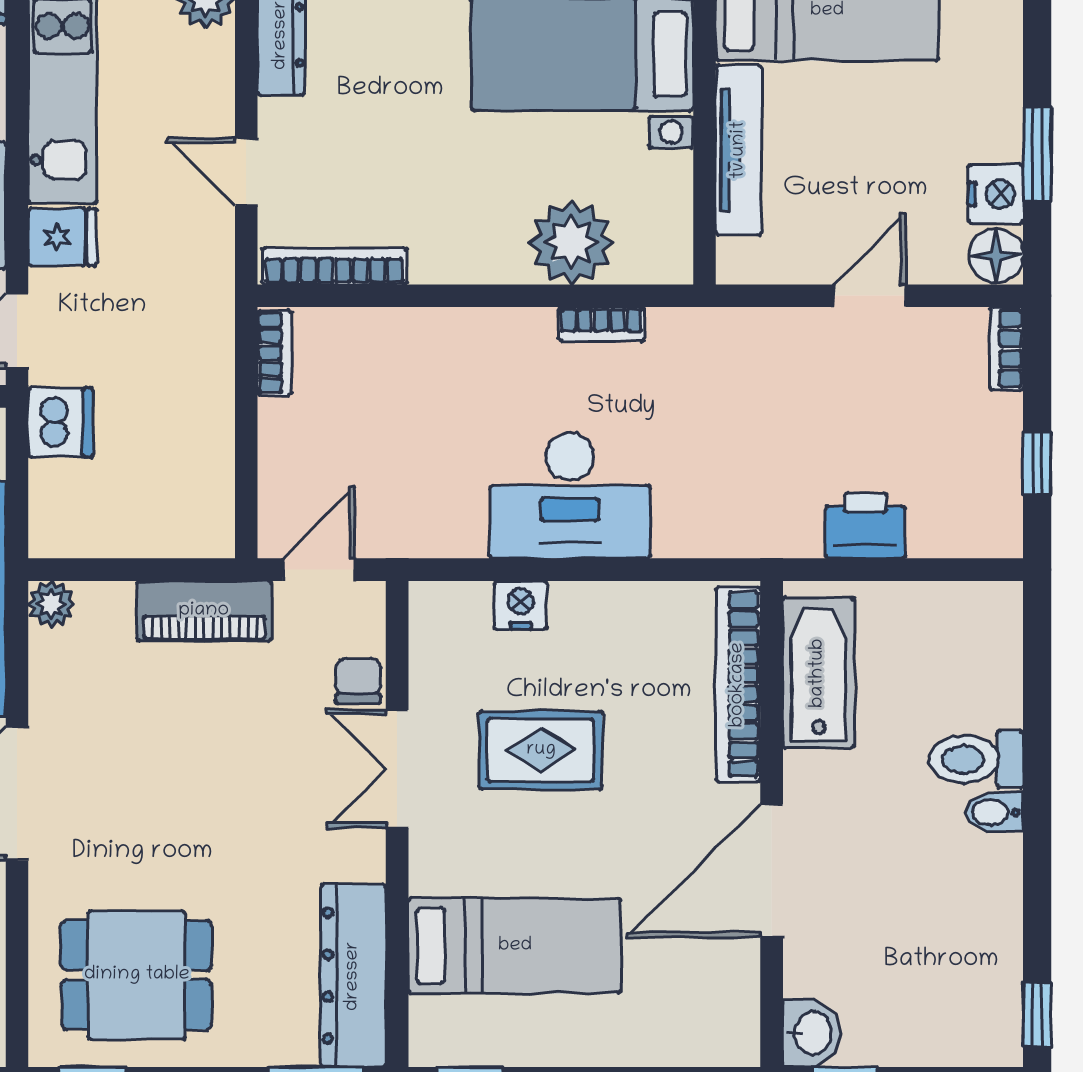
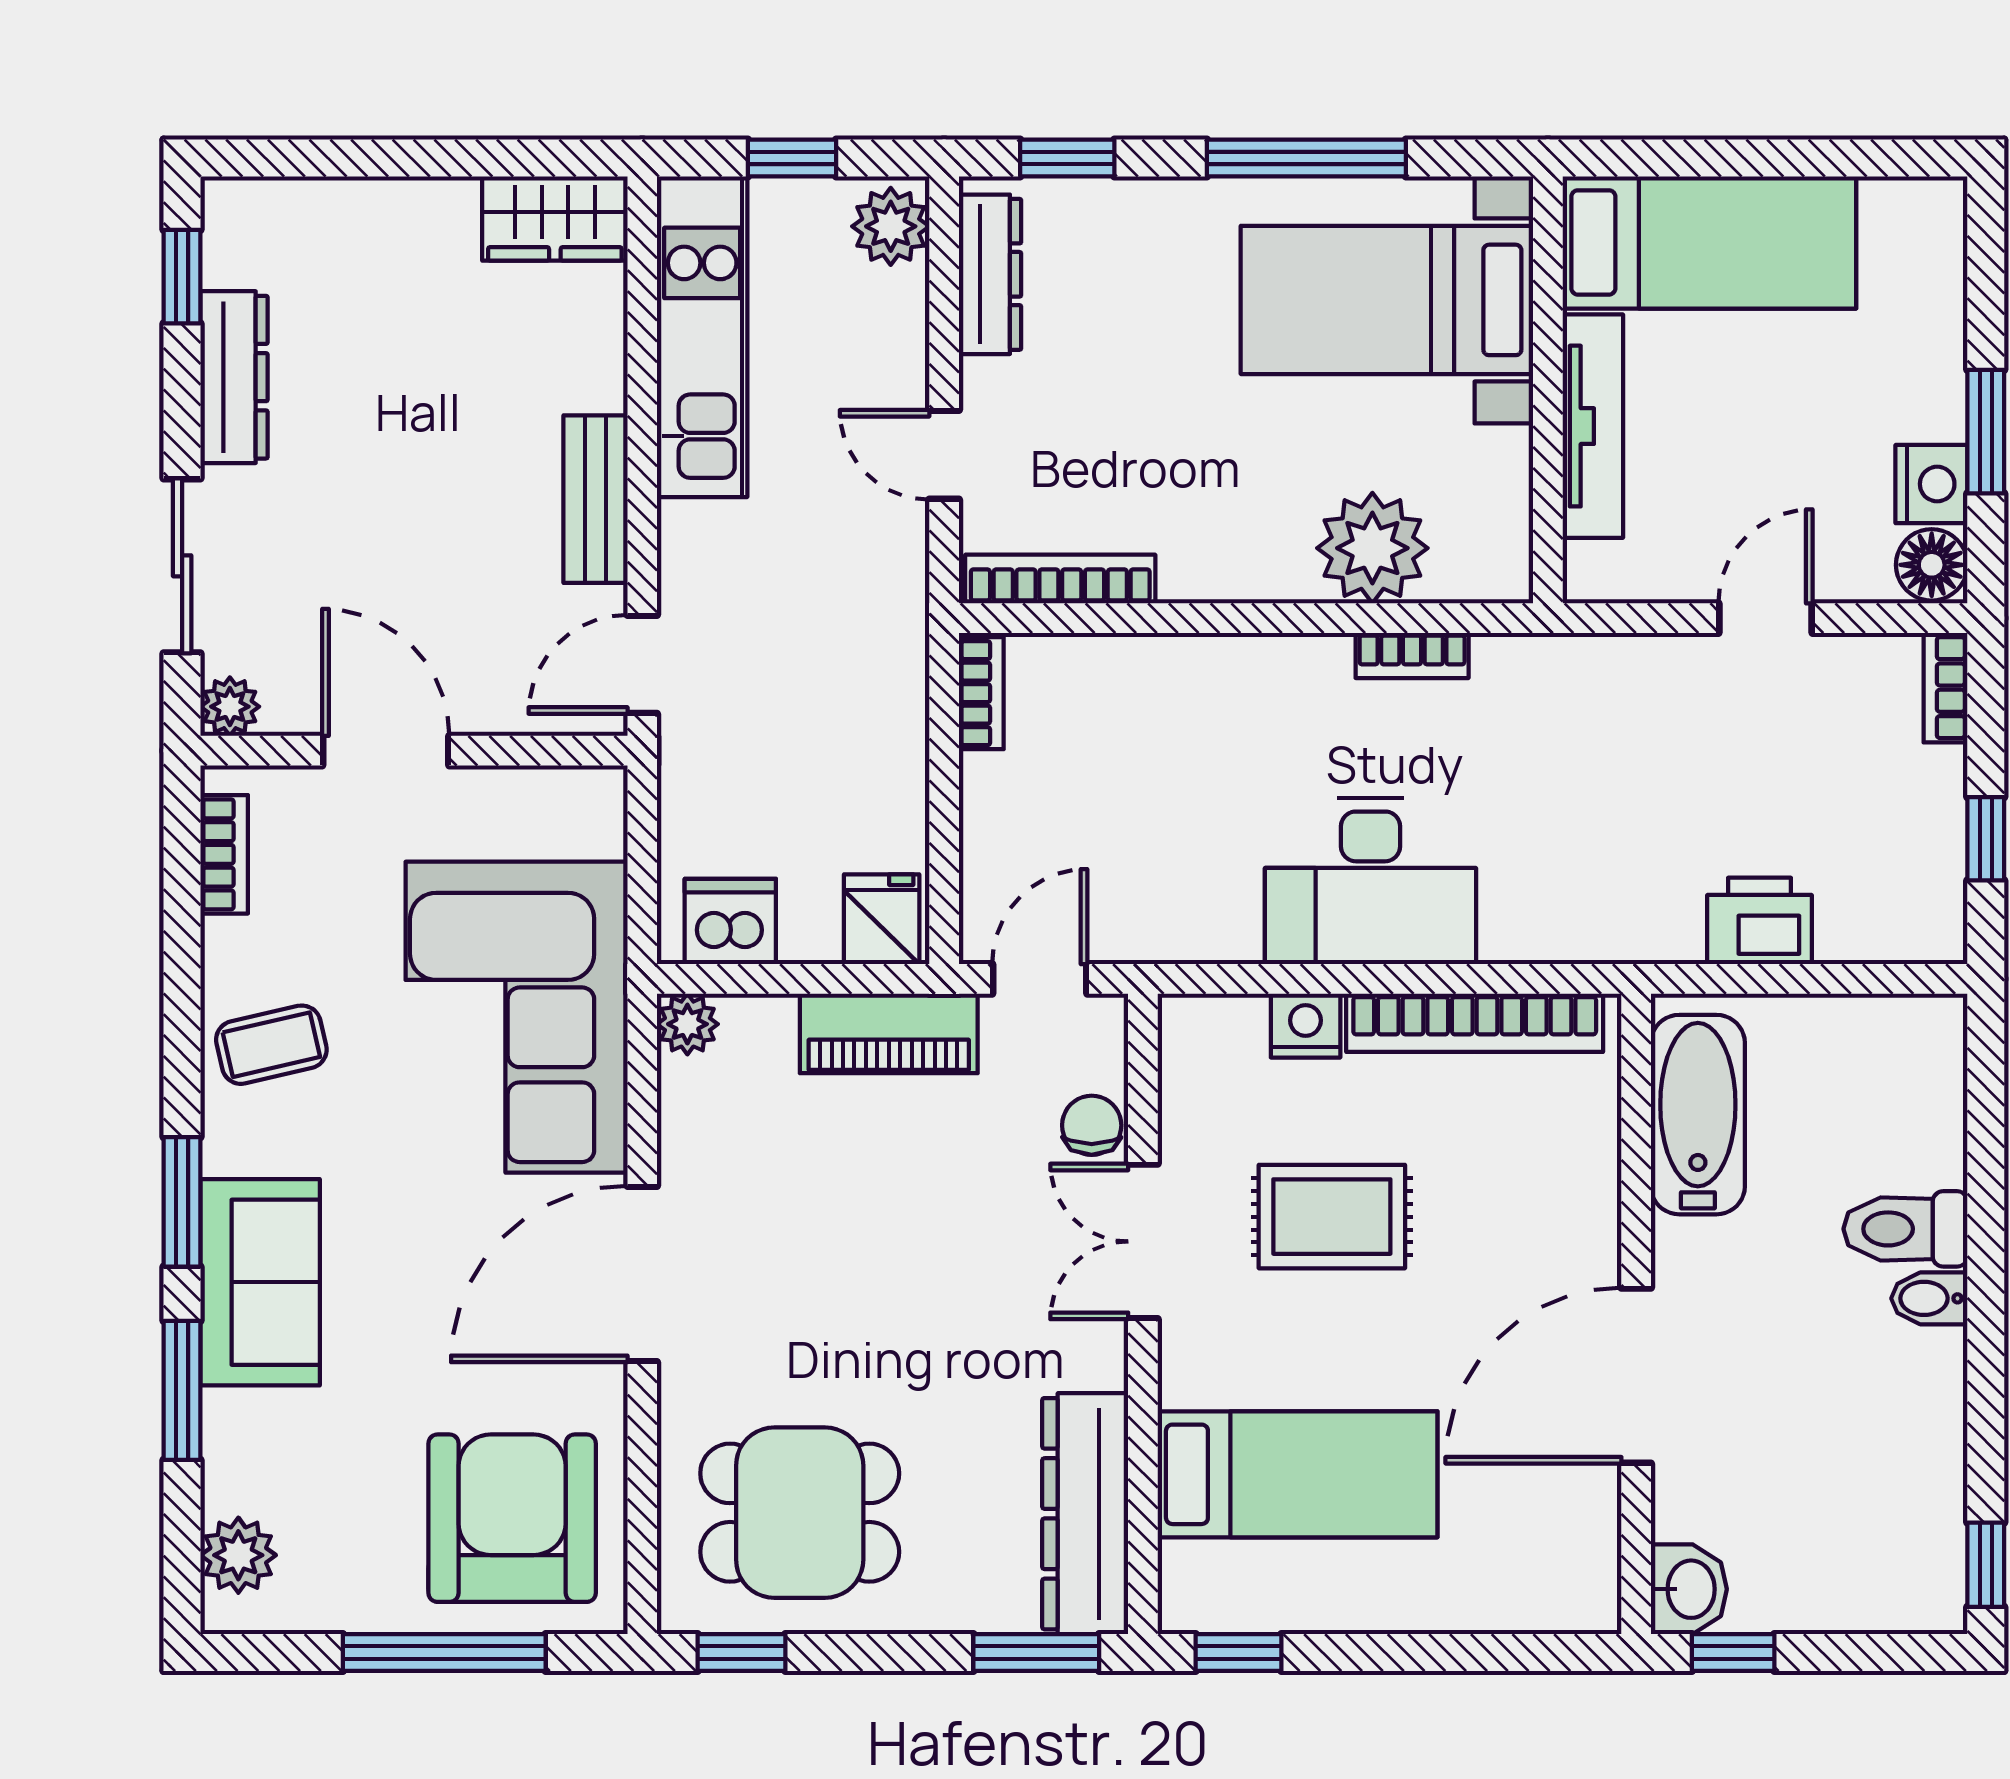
fridge: (62, 237) -> (882, 919), moved, turned -90
dishwasher: (61, 423) -> (730, 921), moved, turned -90
bookcase: (738, 685) -> (1475, 1023), moved, turned -90

